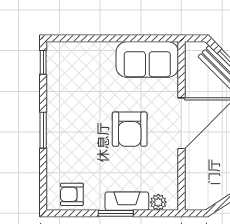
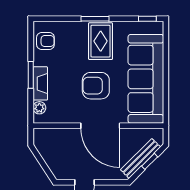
sofa: (147, 59) -> (146, 79), width x1.85, depth x1.27
rug: (72, 123) -> (101, 41), added
armchair: (72, 194) -> (45, 41), turned 90

